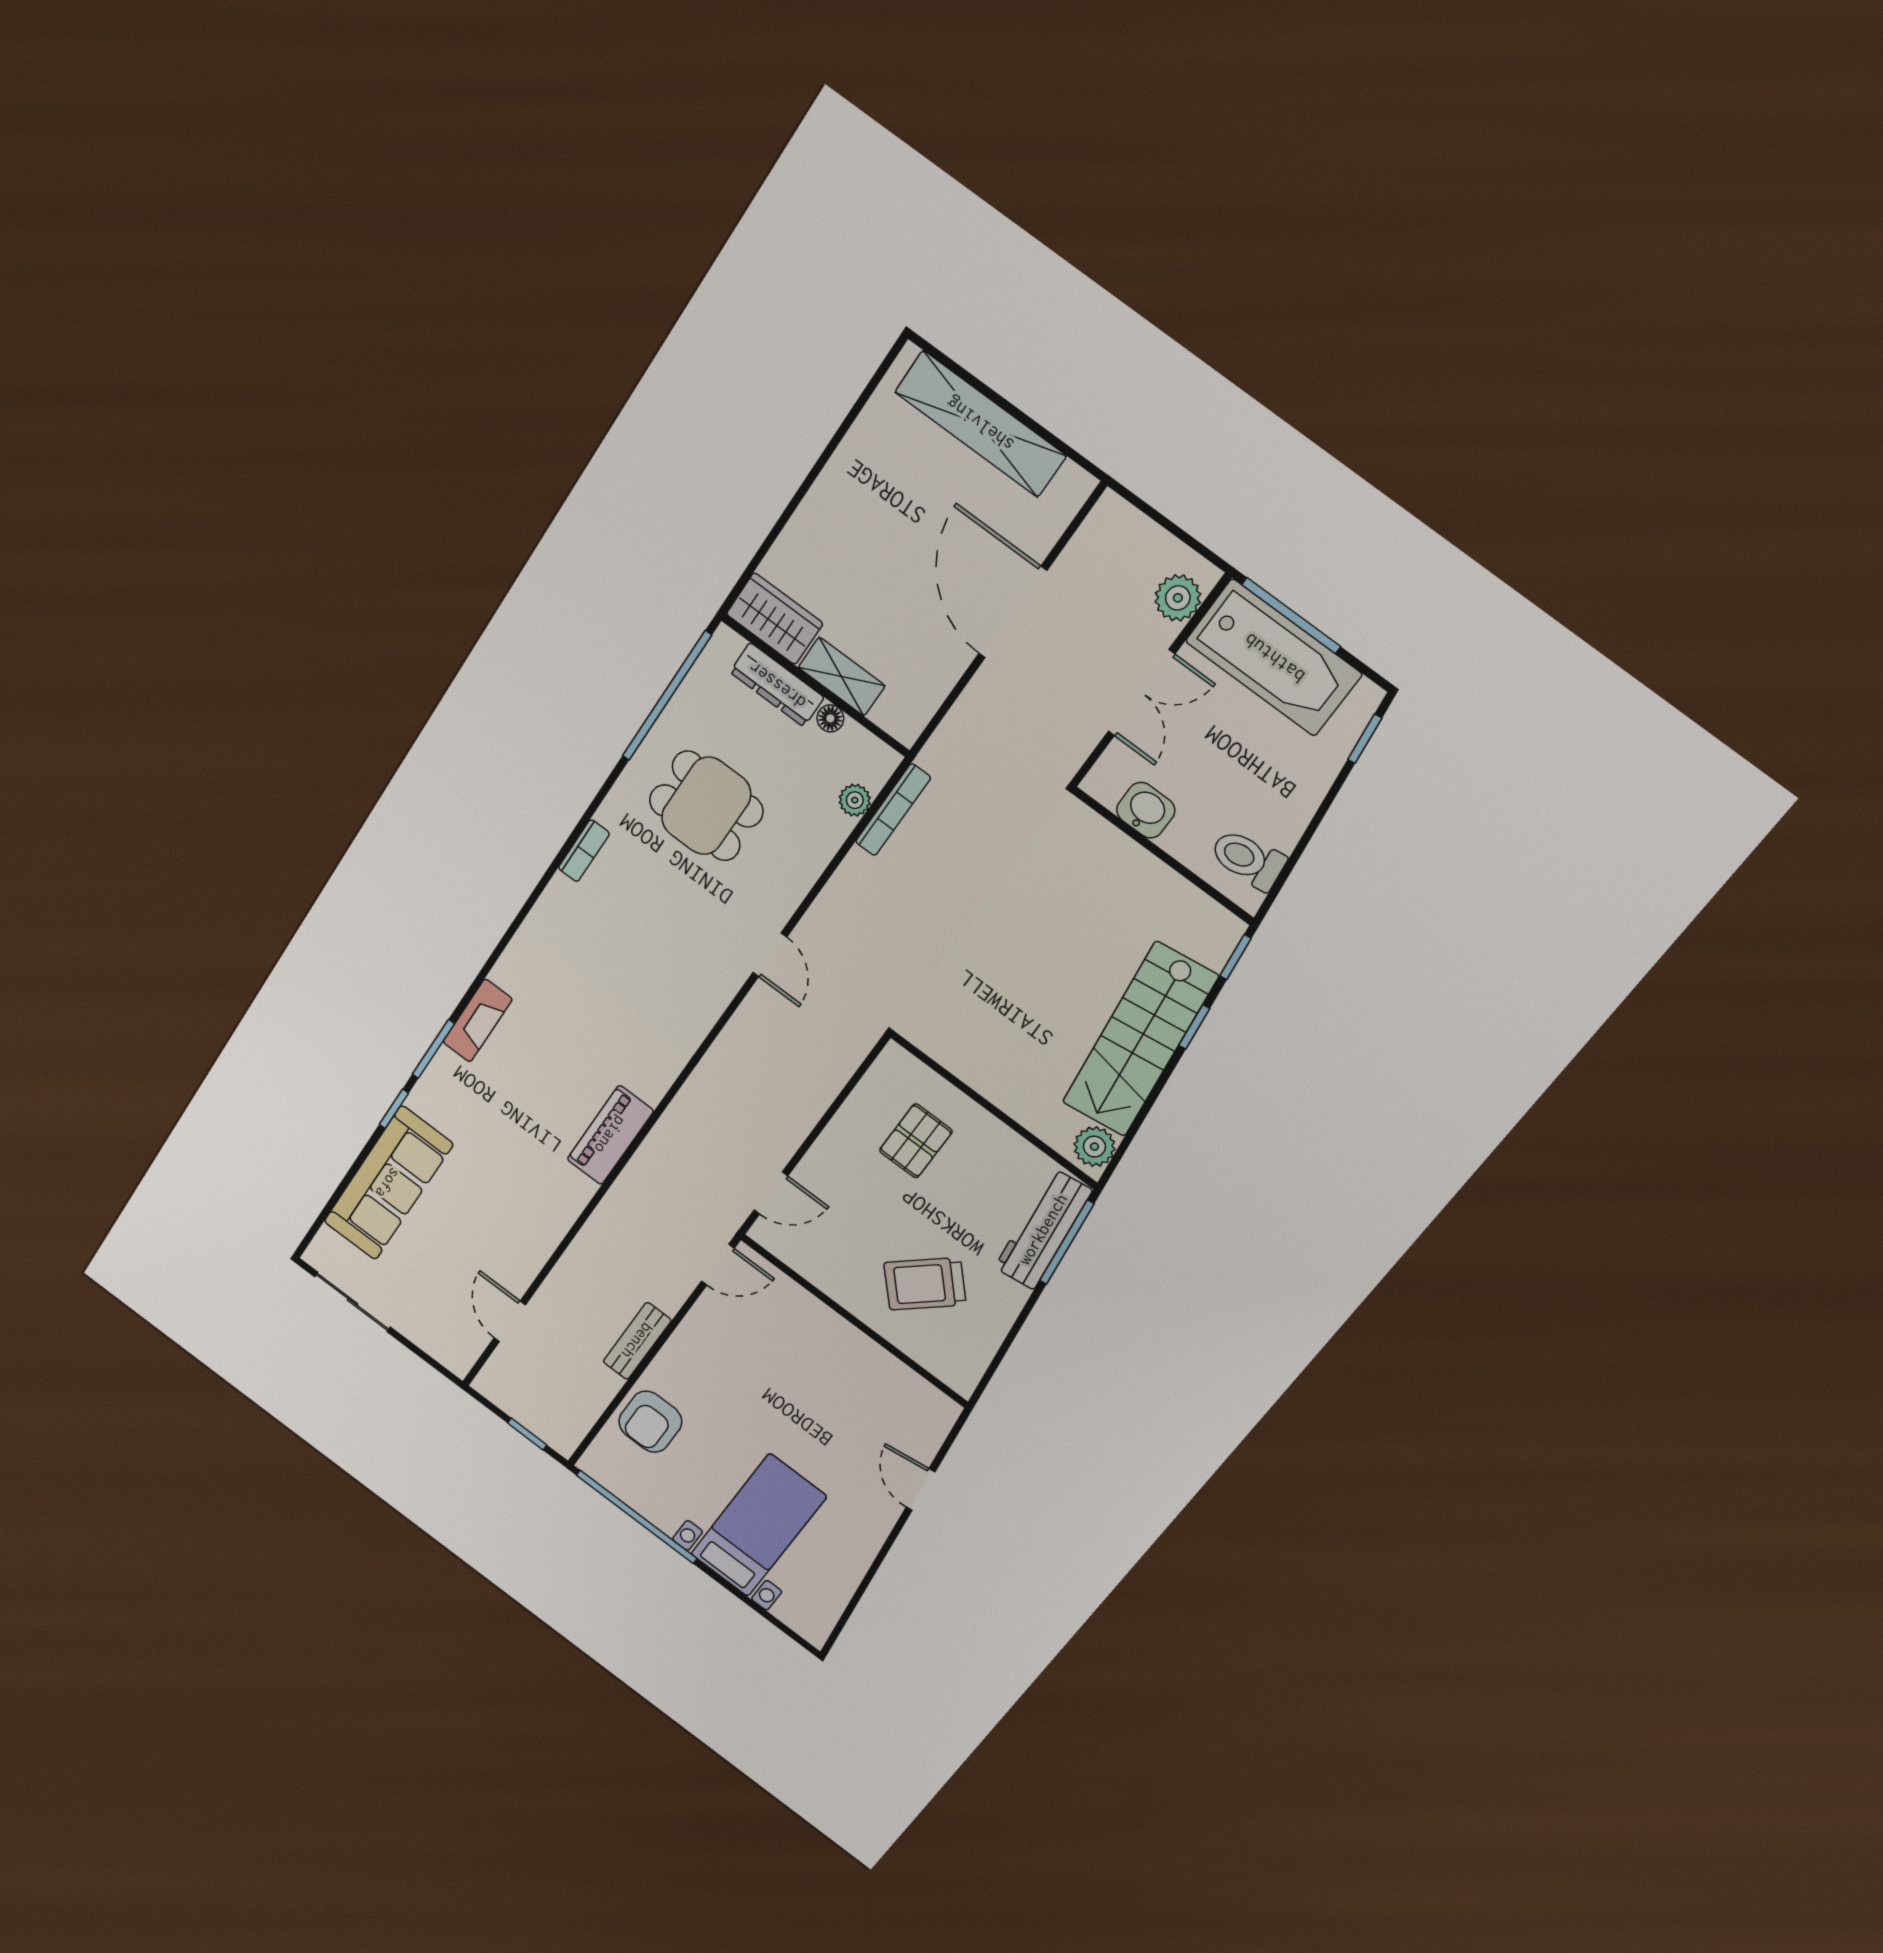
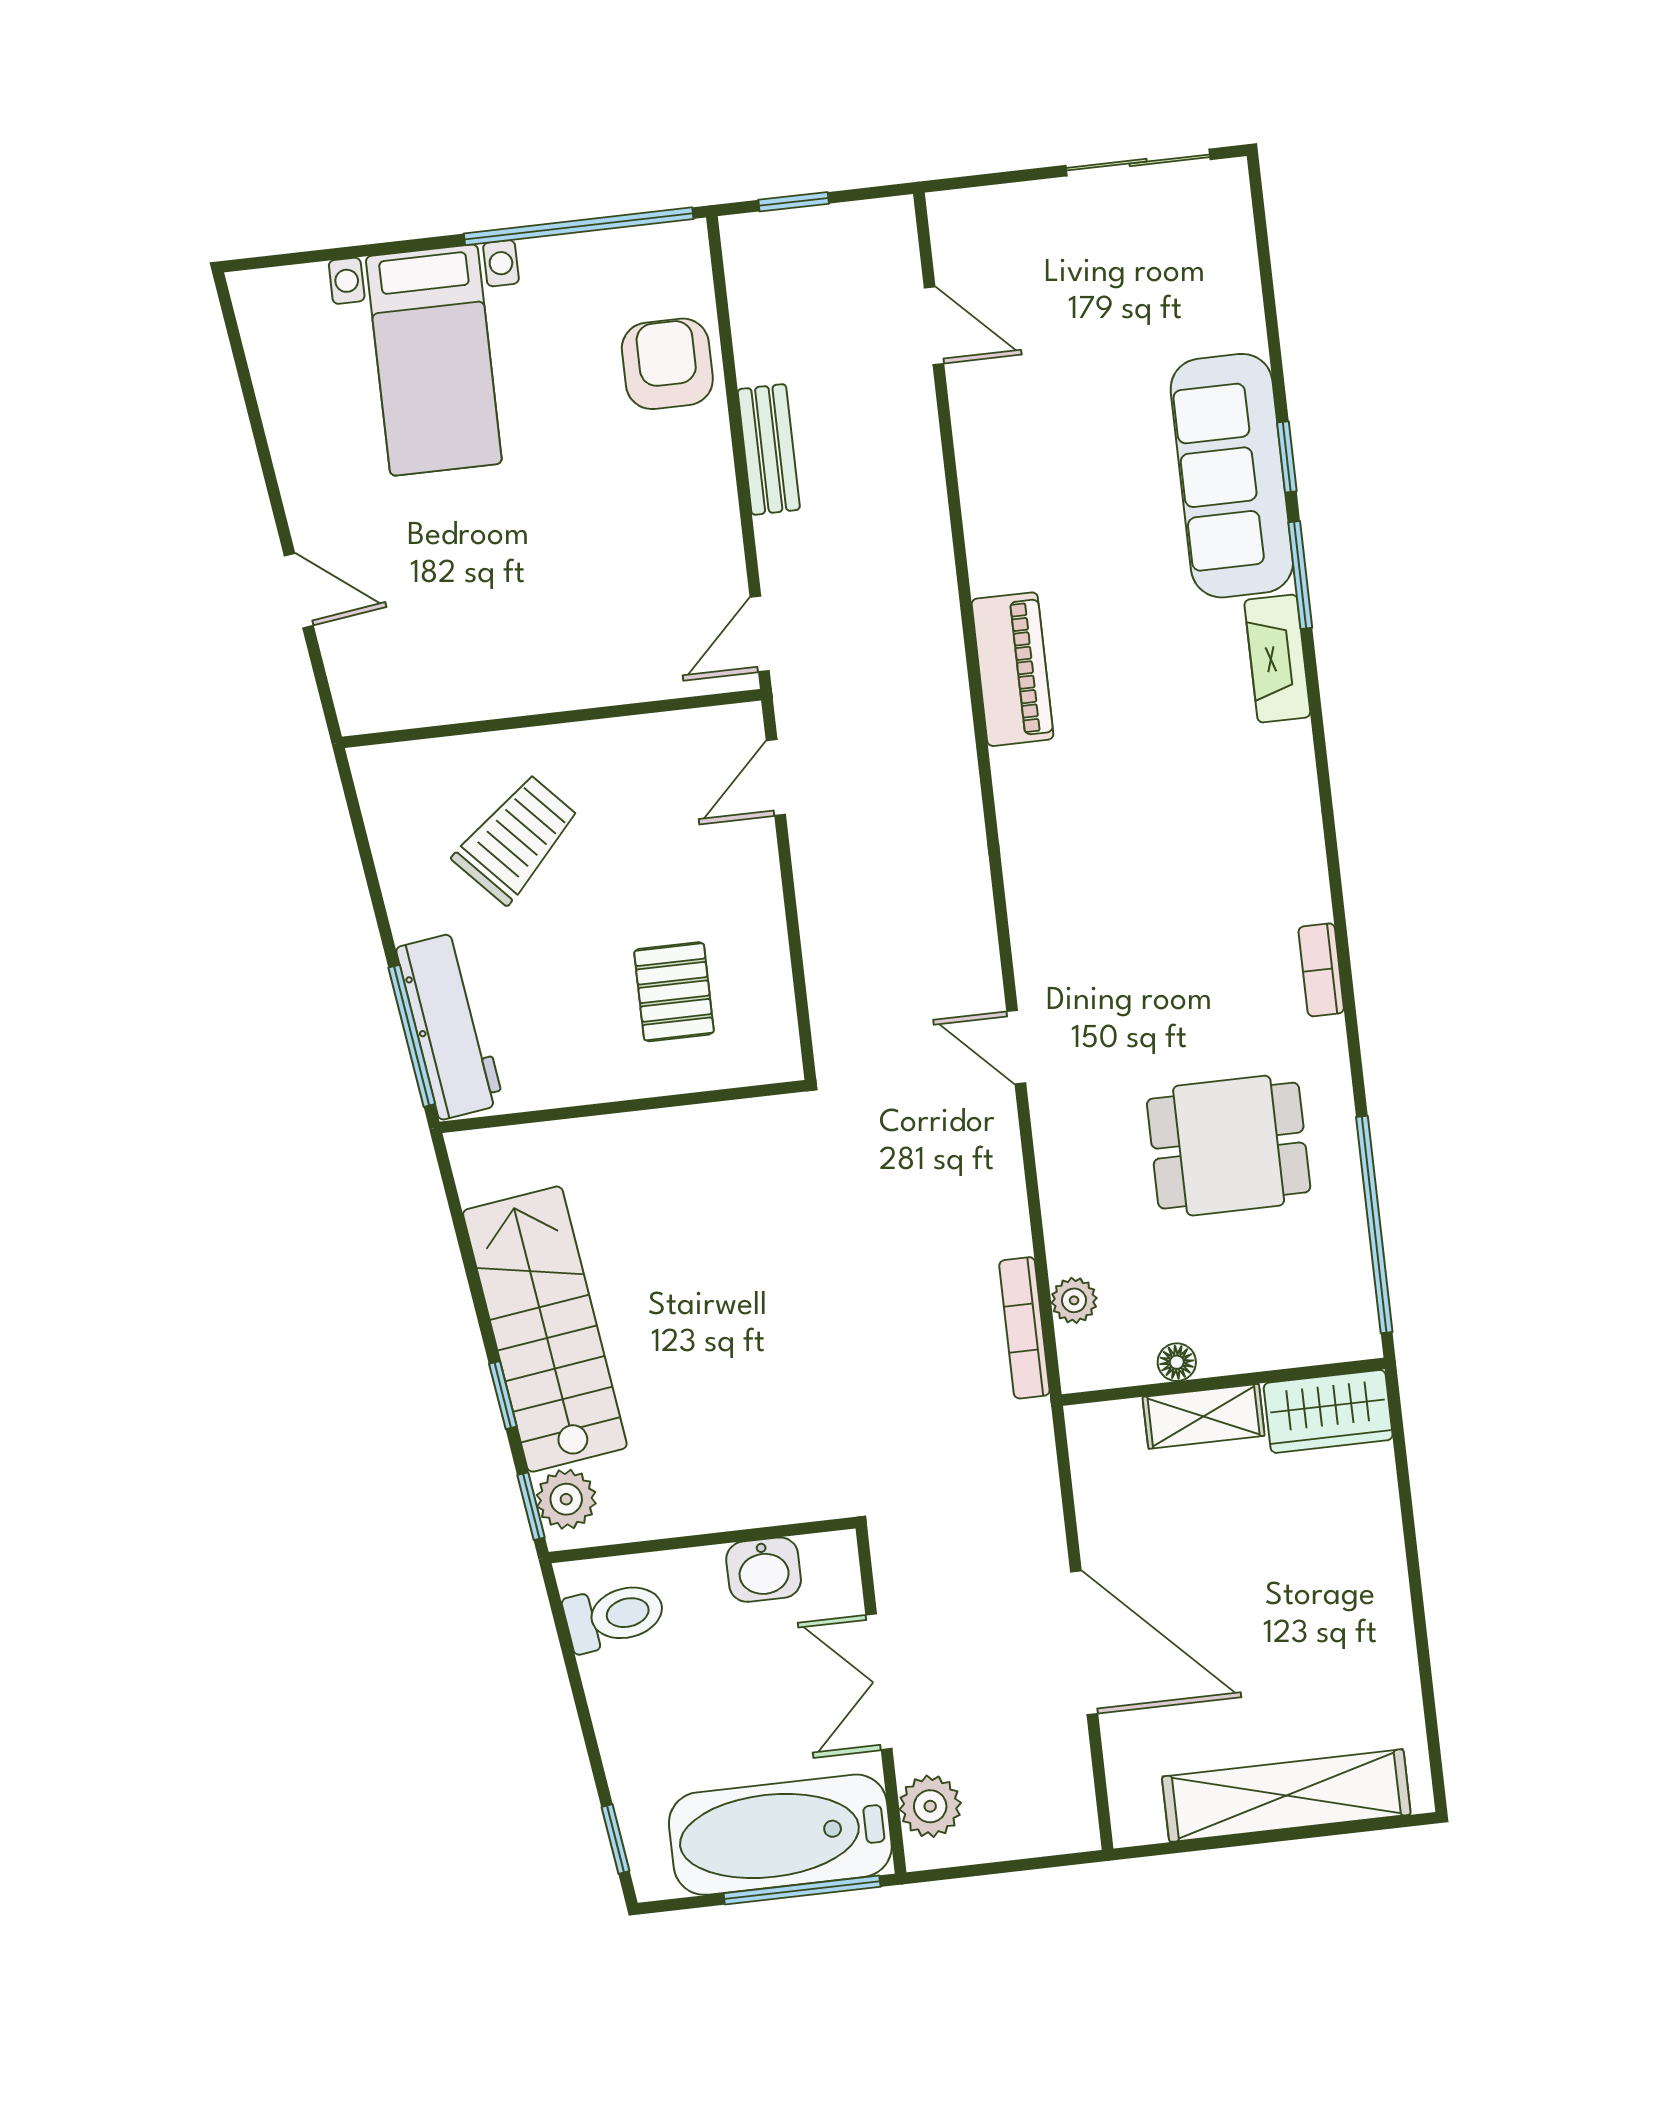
dresser: (777, 685) -> (1265, 1345), removed
plant: (1094, 1147) -> (566, 1499), moved
sofa: (388, 1183) -> (1232, 476), moved

